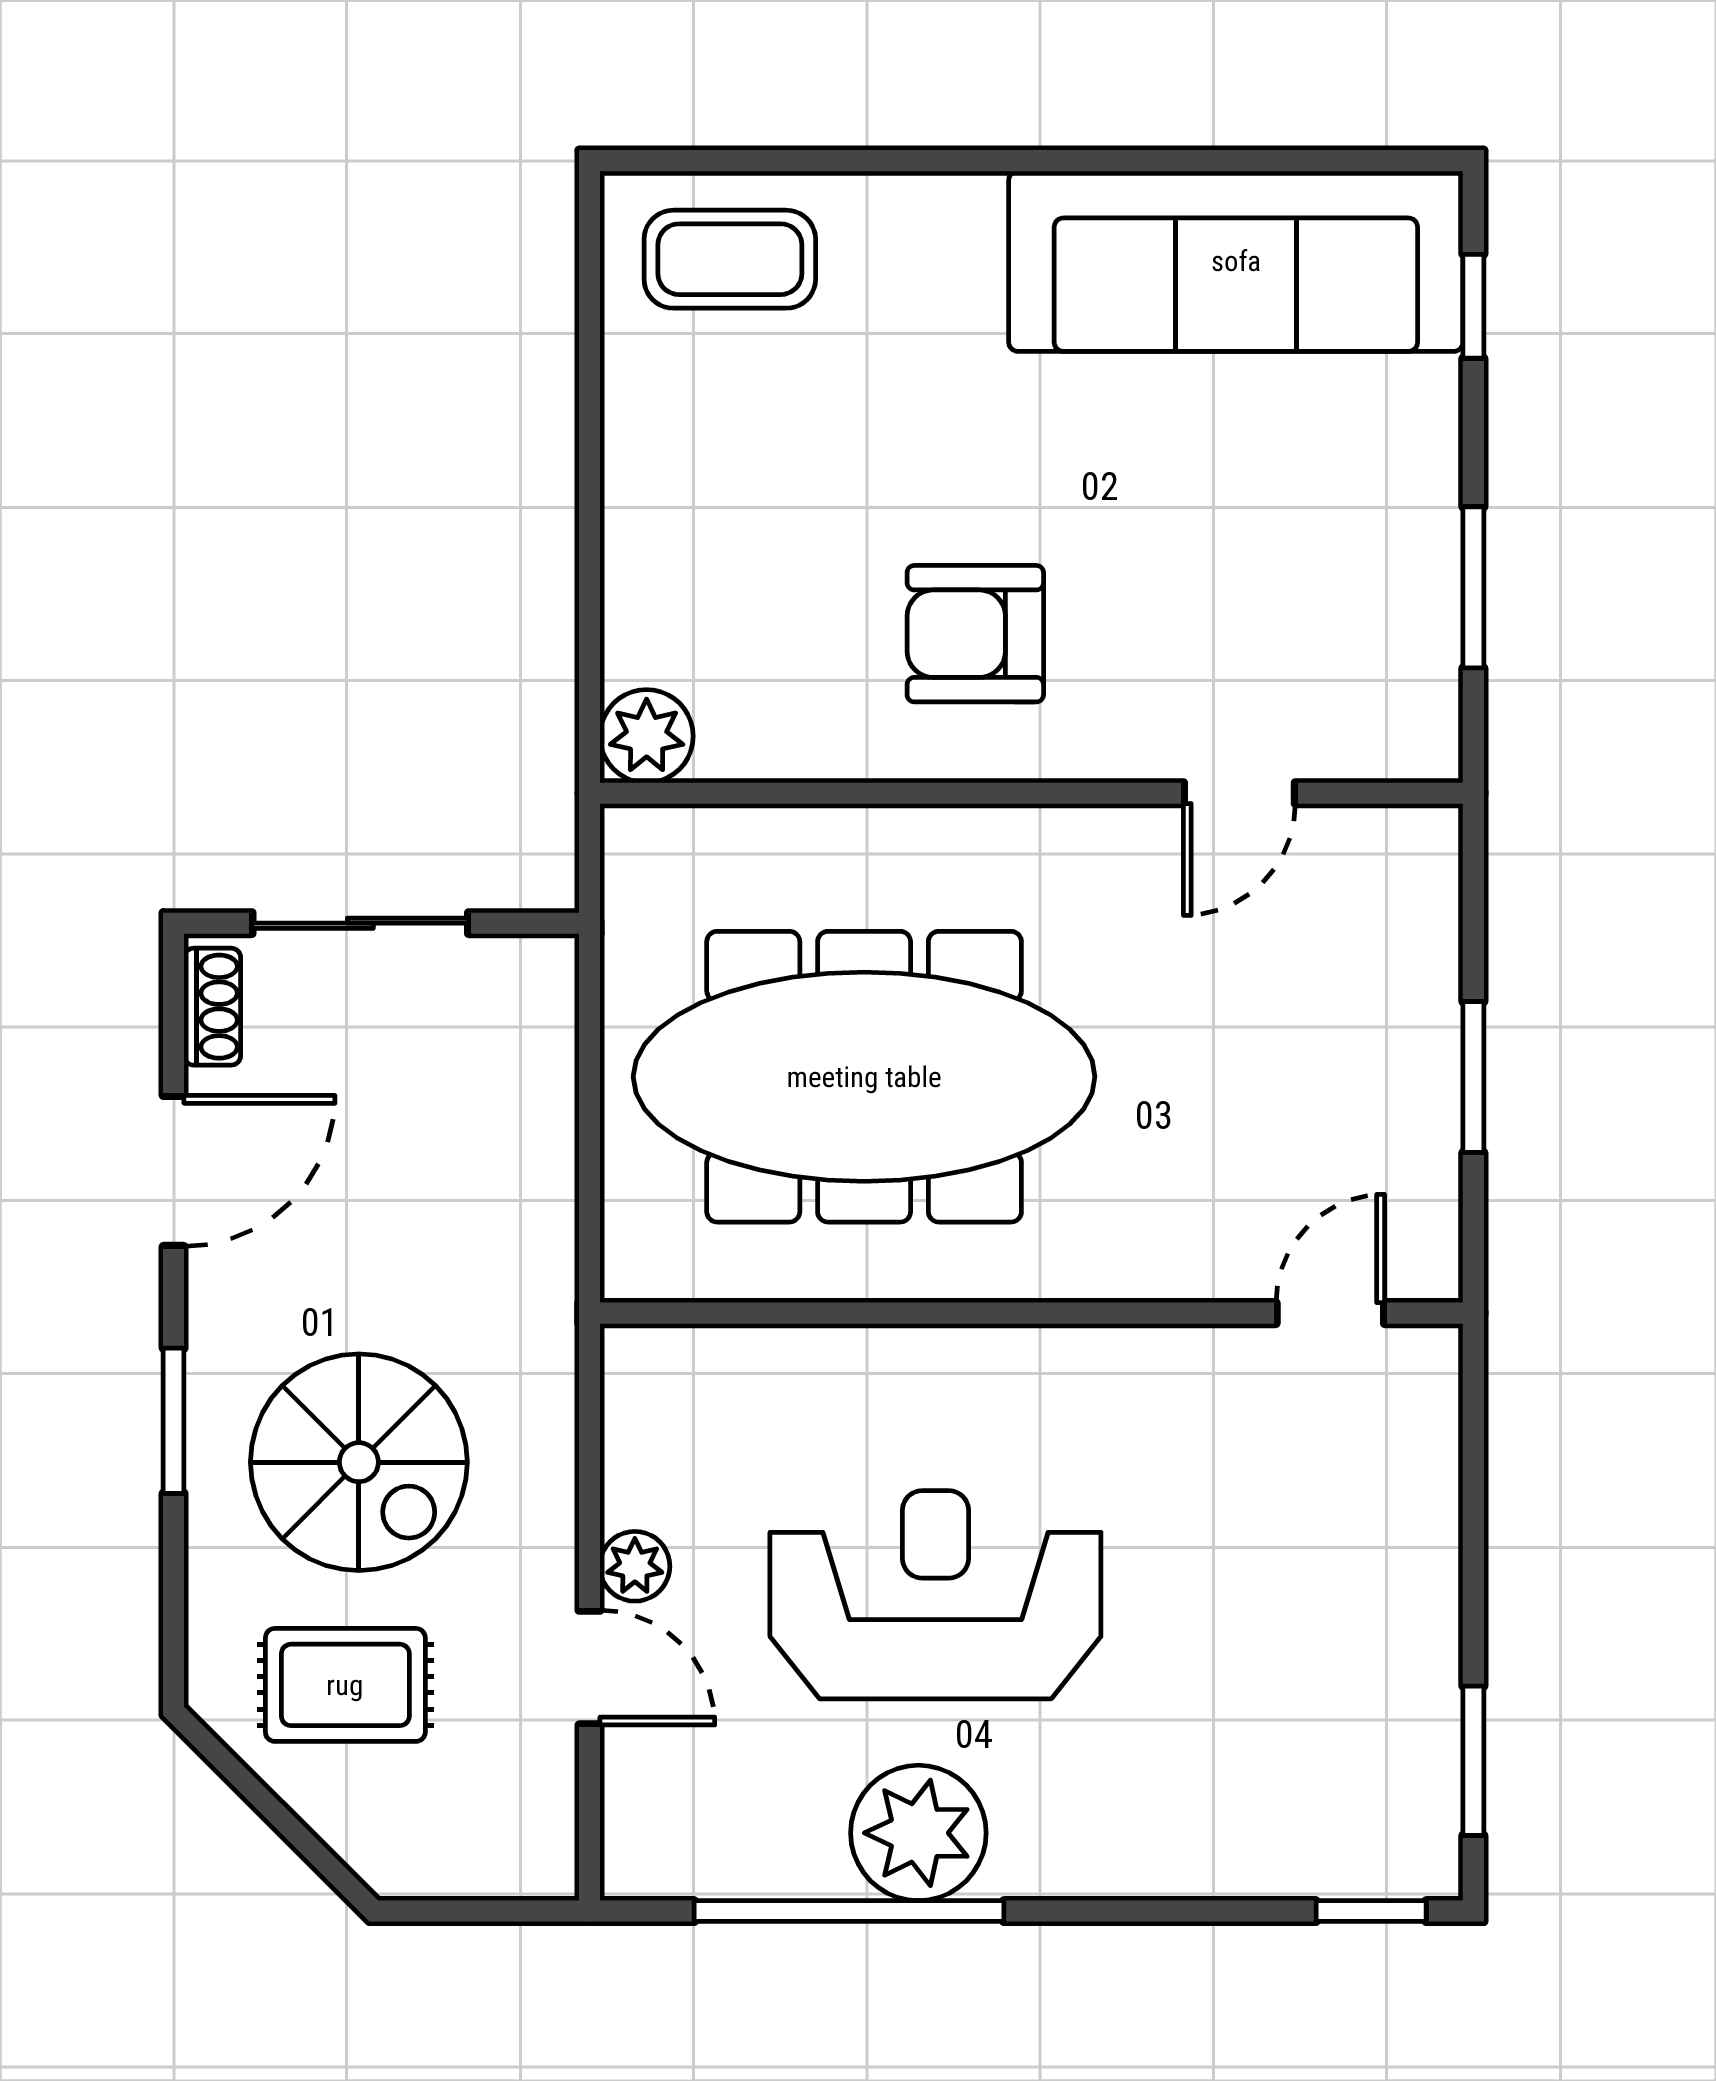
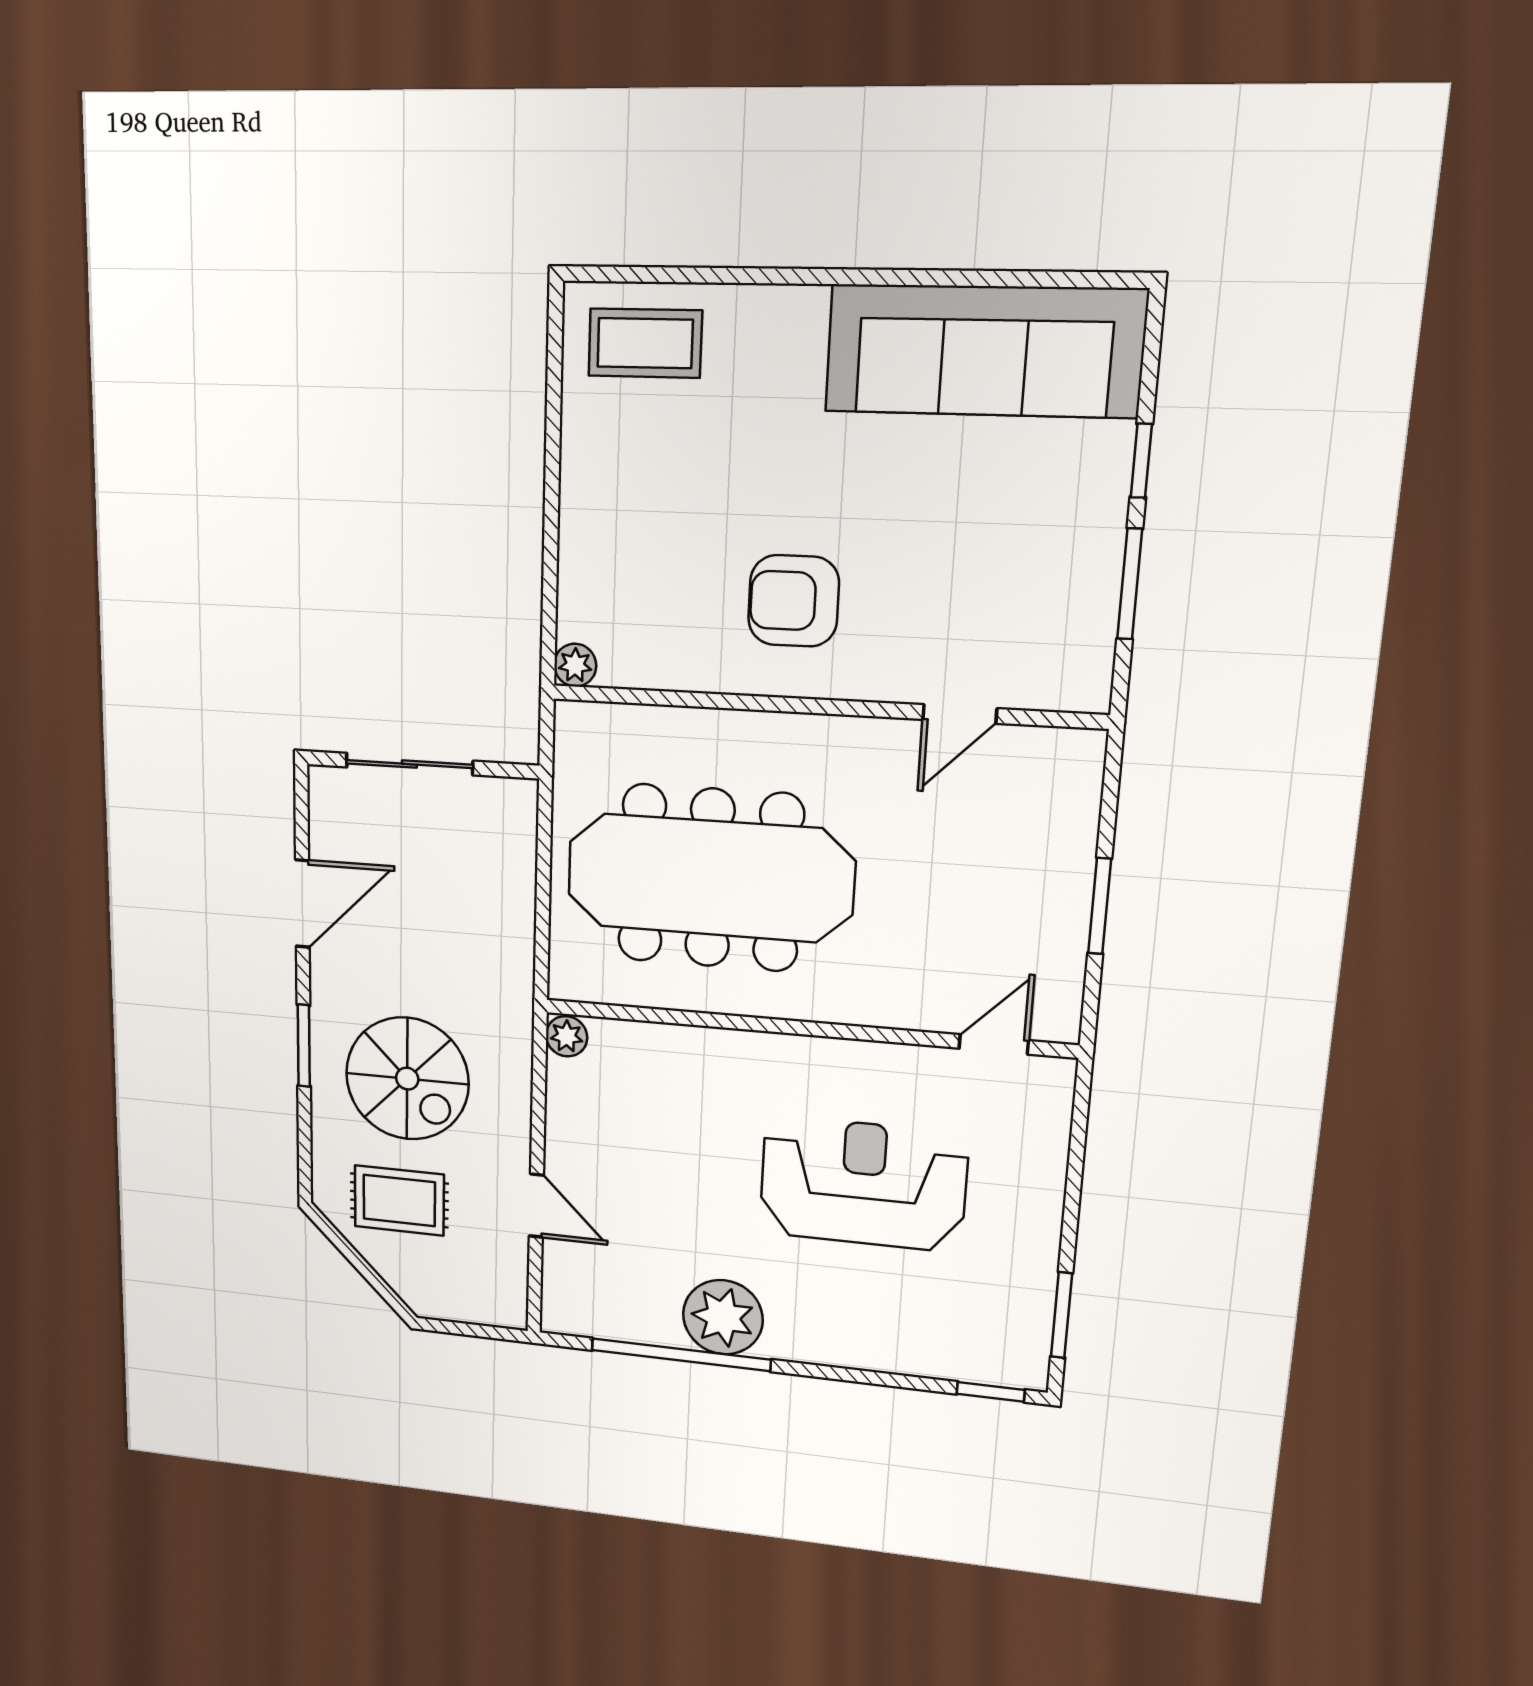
window: (1473, 306) -> (1141, 461), moved
plant: (647, 736) -> (575, 665), width x0.73, depth x0.73
shoe rack: (212, 1007) -> (324, 809), removed
plant: (635, 1566) -> (567, 1036), moved
reception desk: (935, 1595) -> (863, 1184), moved

